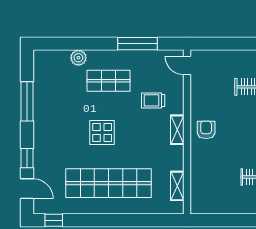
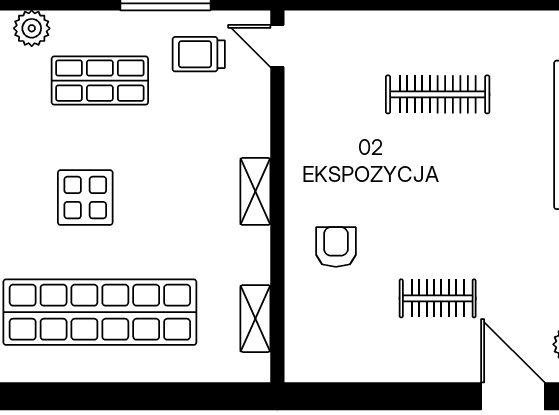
trolley: (153, 100) -> (199, 54), moved
armchair: (206, 130) -> (336, 247), moved

